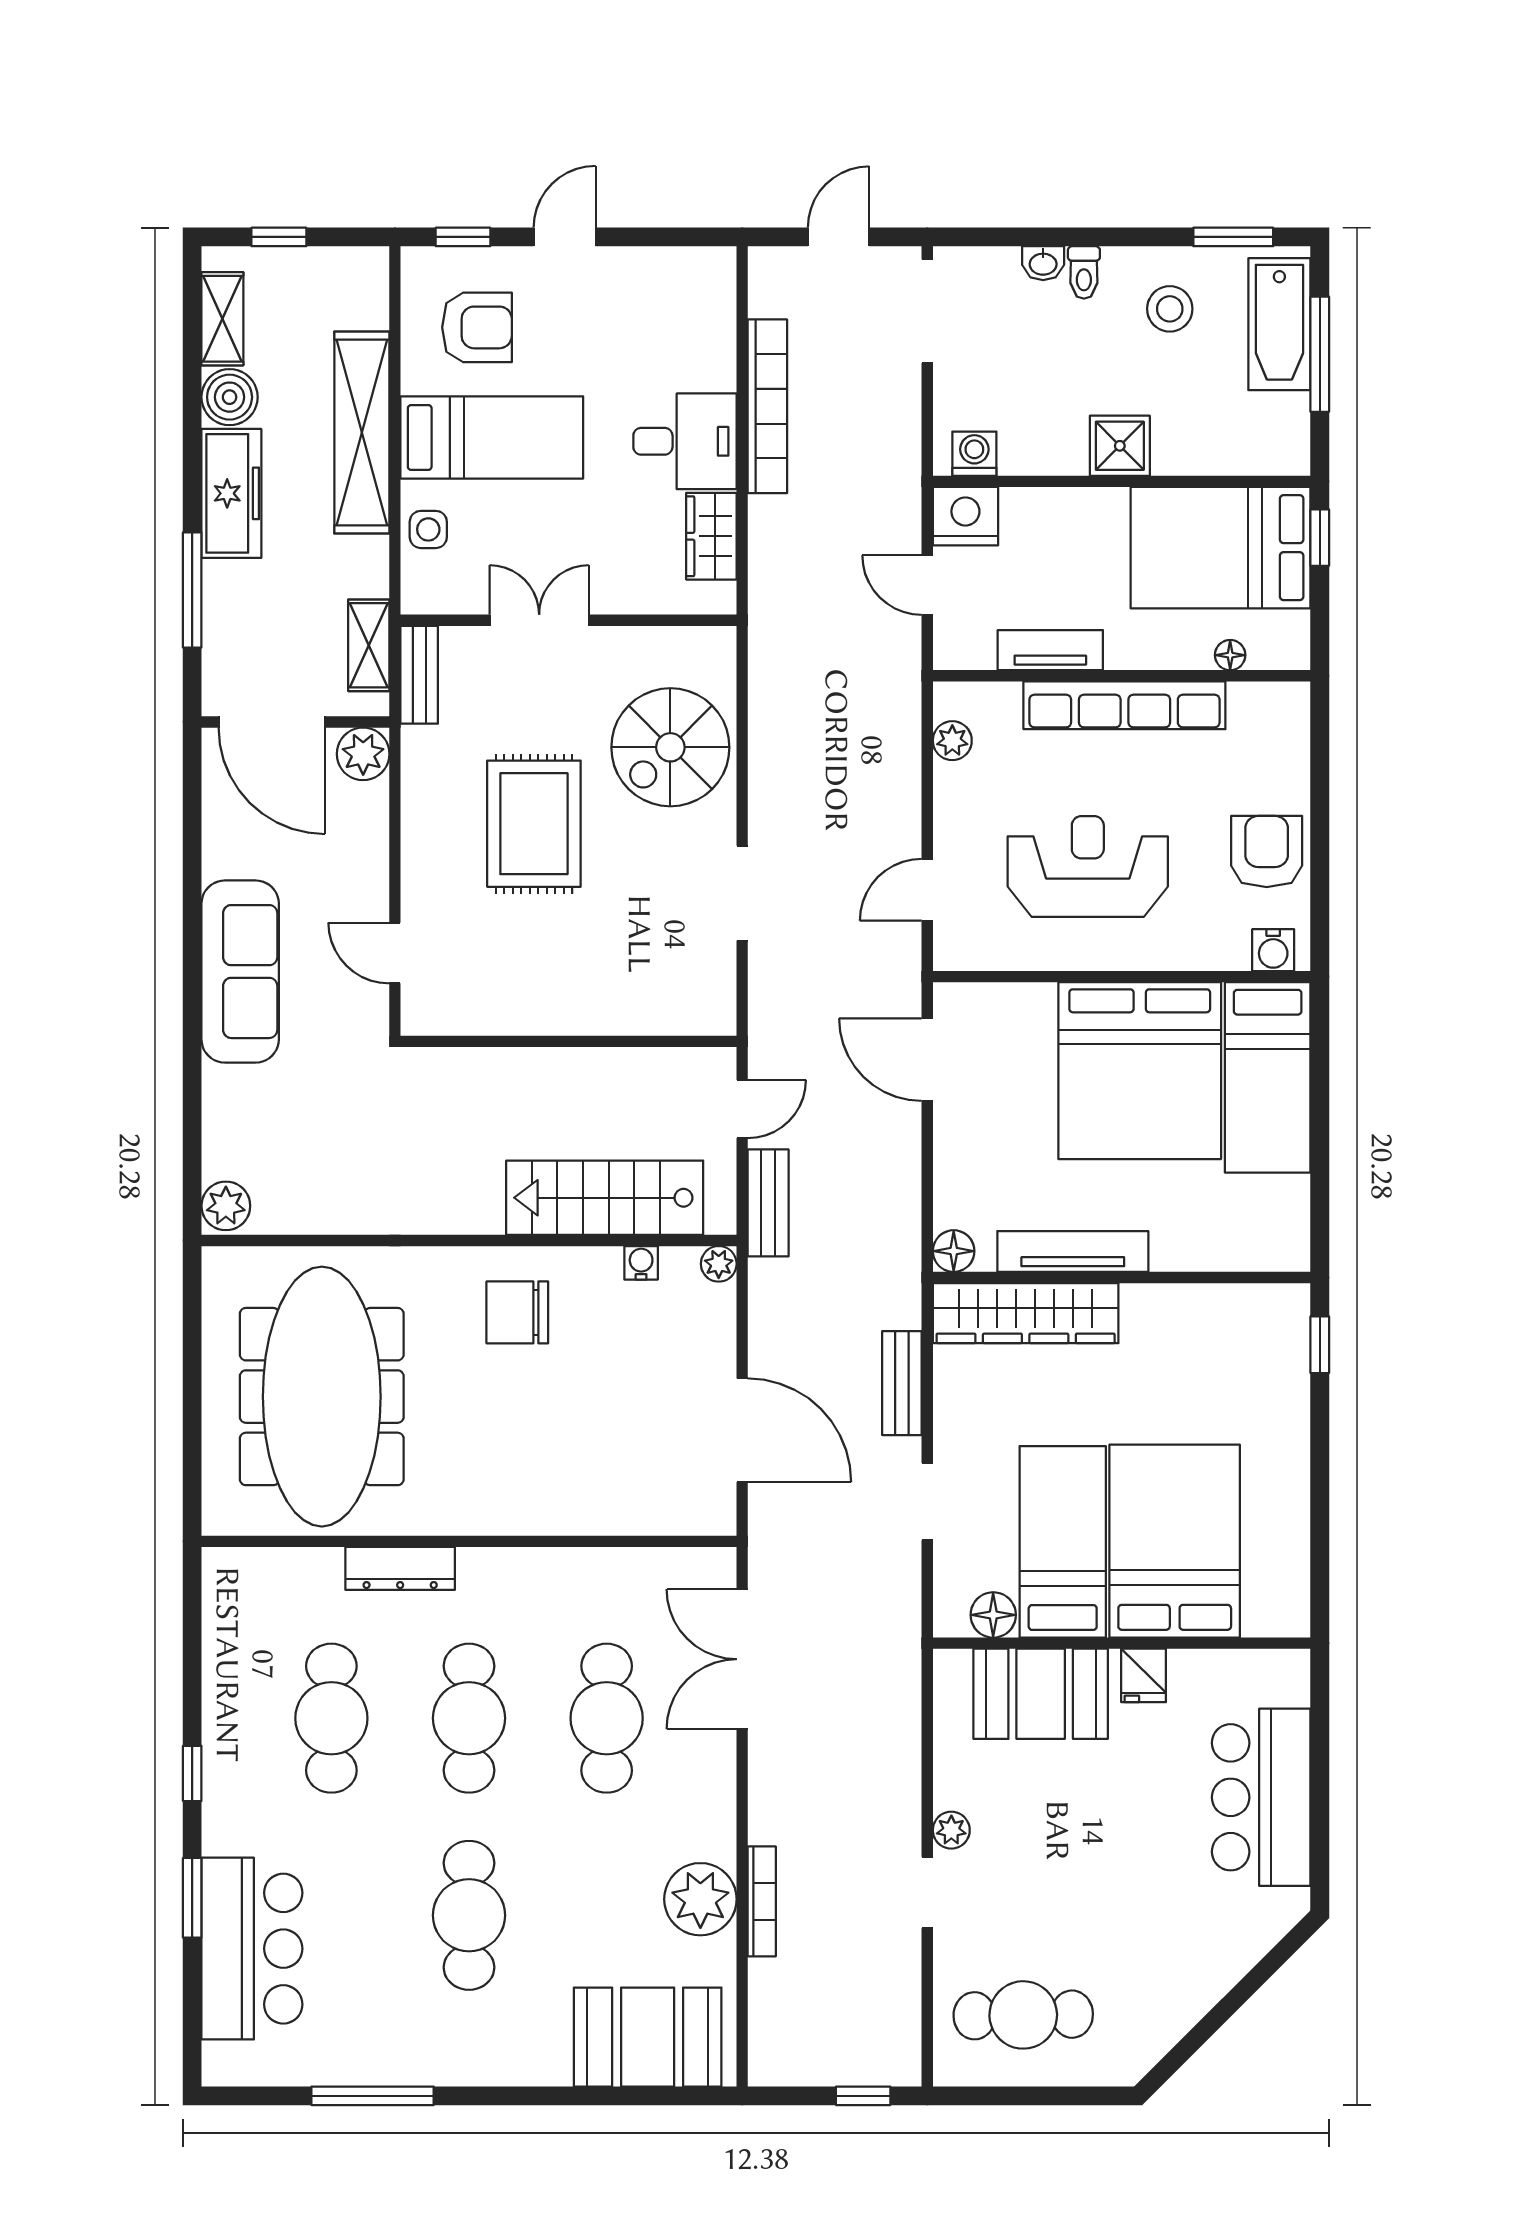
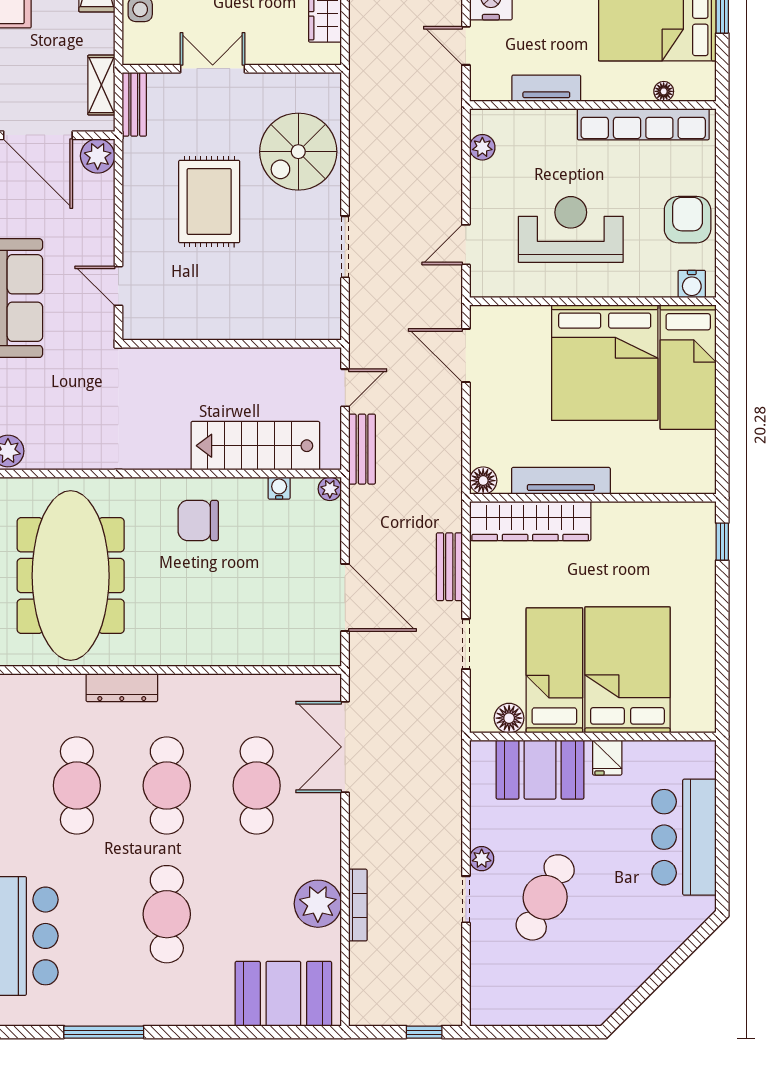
row of seats: (1124, 705) -> (643, 124), moved
cafe table: (1023, 2015) -> (545, 897), moved, turned -63

